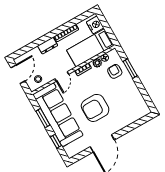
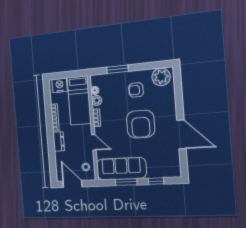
armchair: (115, 71) -> (136, 90), moved
plant: (140, 107) -> (161, 77), added
sofa: (58, 115) -> (121, 169), width x0.74, depth x0.79

